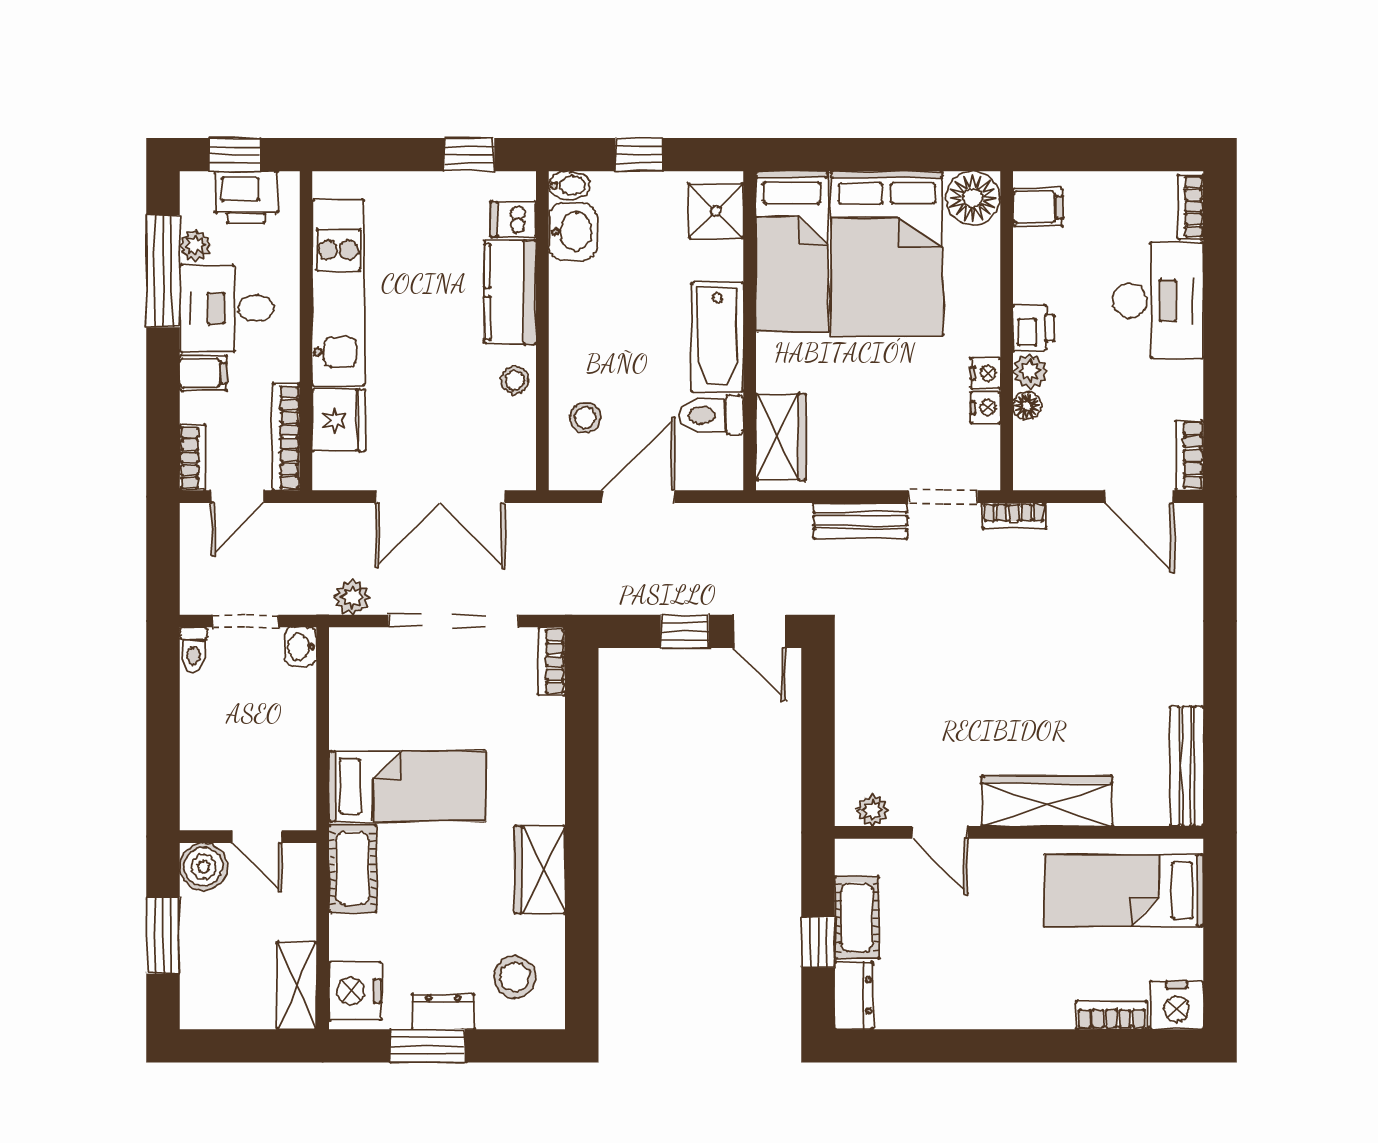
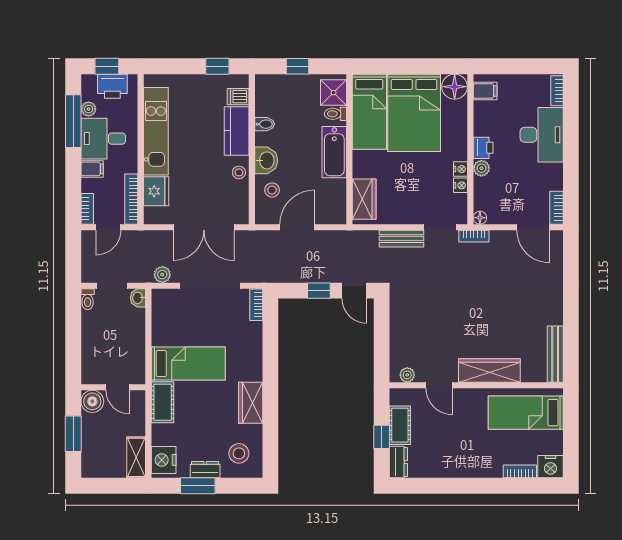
bidet: (569, 185) -> (265, 124), moved
washbasin: (573, 232) -> (266, 160), moved
floor lamp: (1027, 406) -> (480, 218), moved
toilet: (711, 415) -> (335, 114), moved, width x0.73, depth x0.72

